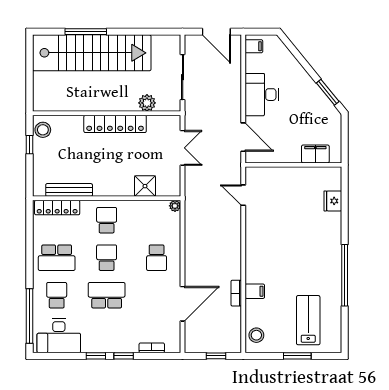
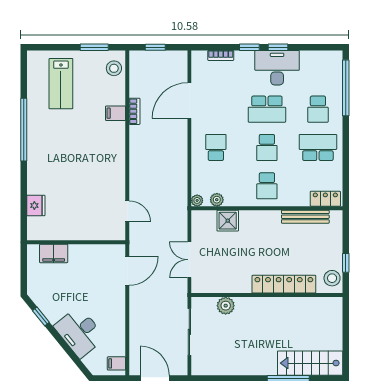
stairs: (92, 53) -> (310, 363), width x0.54, depth x0.66
window: (328, 92) -> (41, 316), width x0.67
desk: (262, 95) -> (80, 332), moved, turned 141
locker: (115, 124) -> (284, 284), moved
door: (243, 137) -> (127, 271), swing flipped
plant: (156, 207) -> (217, 200), added
locker: (57, 208) -> (325, 199), width x0.66
desk: (59, 336) -> (277, 68), moved
window: (297, 356) -> (94, 47), moved

